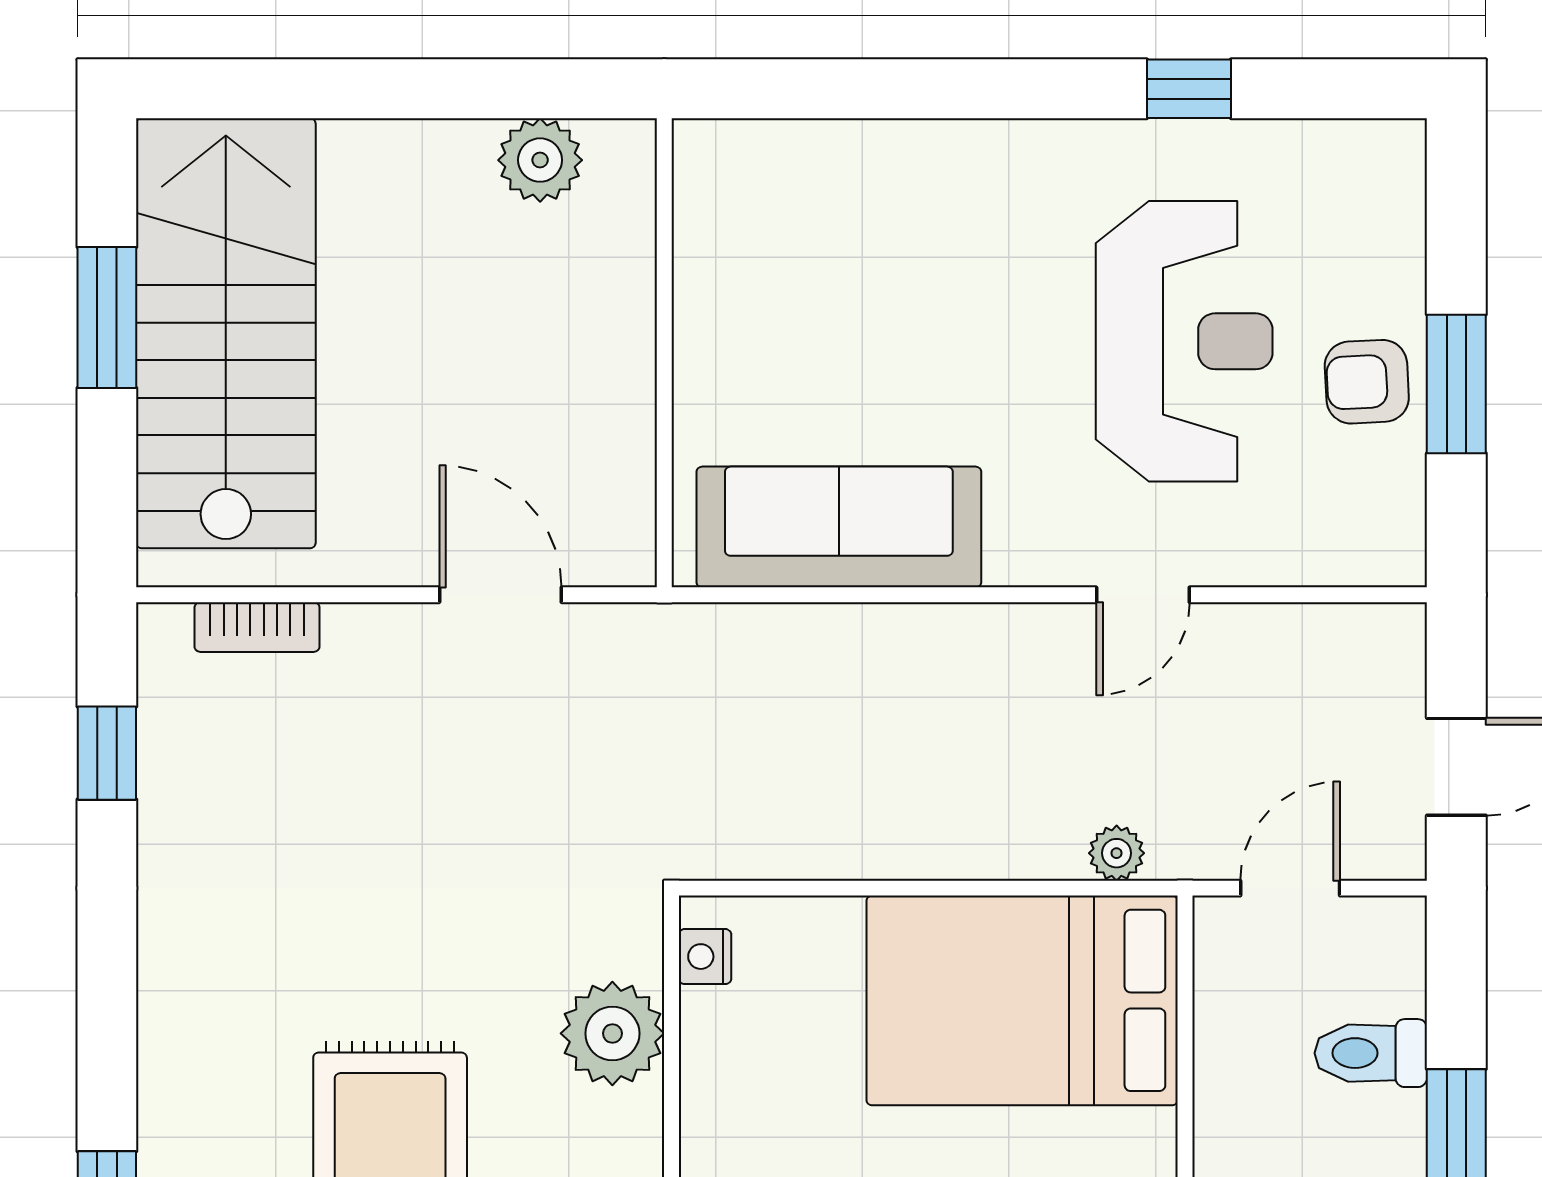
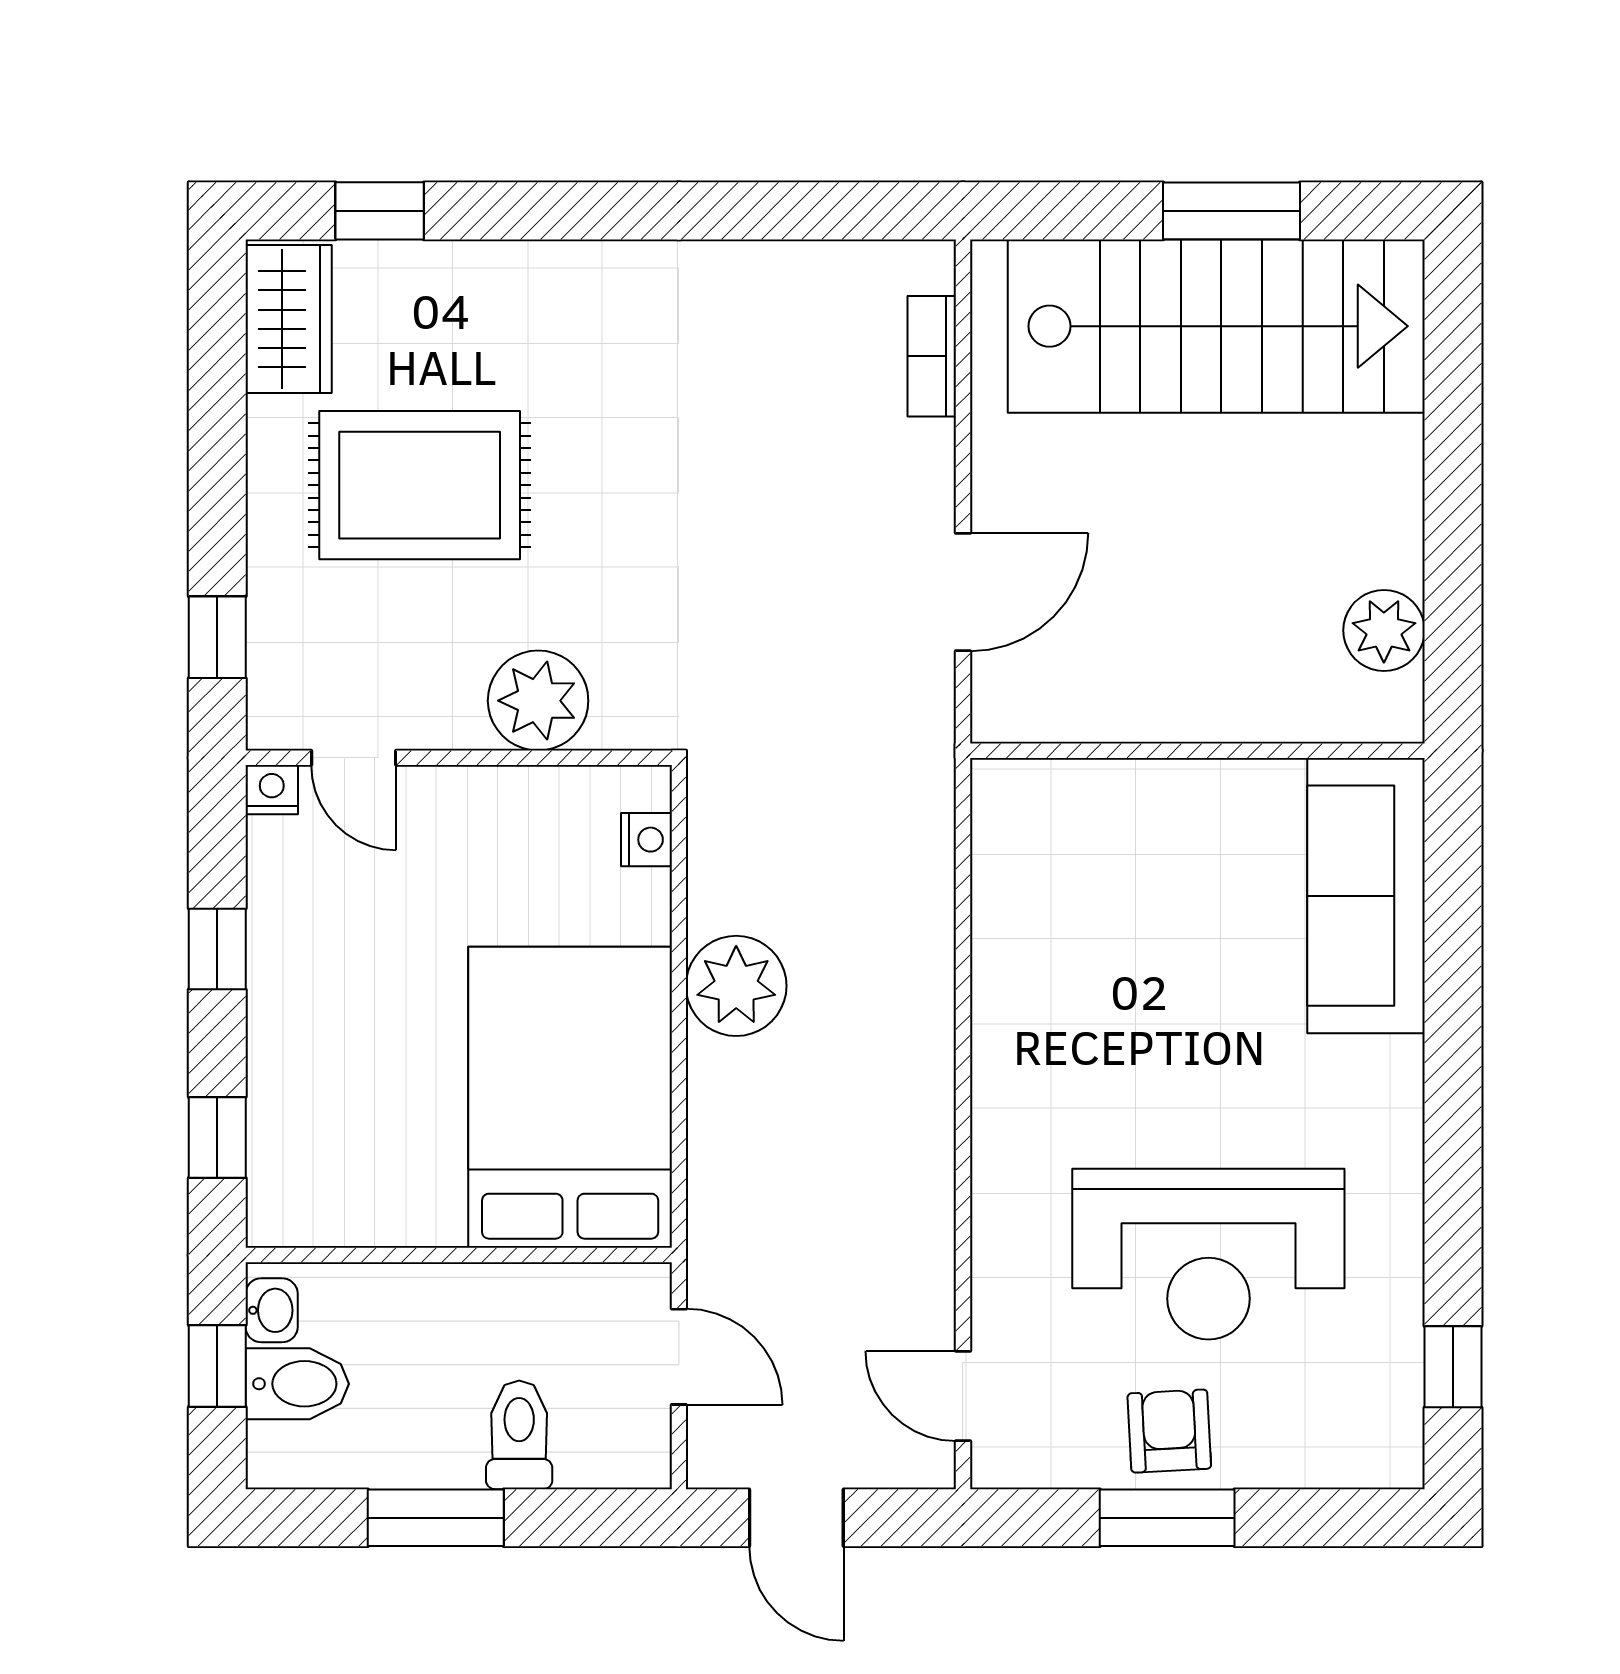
window: (1189, 89) -> (1453, 1367), moved
sofa: (839, 527) -> (1366, 896), moved, turned 180
door: (1143, 595) -> (963, 1396), moved
window: (107, 753) -> (810, 211), removed
plant: (1117, 853) -> (736, 986), moved, width x1.87, depth x1.87
nightstand: (705, 957) -> (646, 840), moved, turned 90

